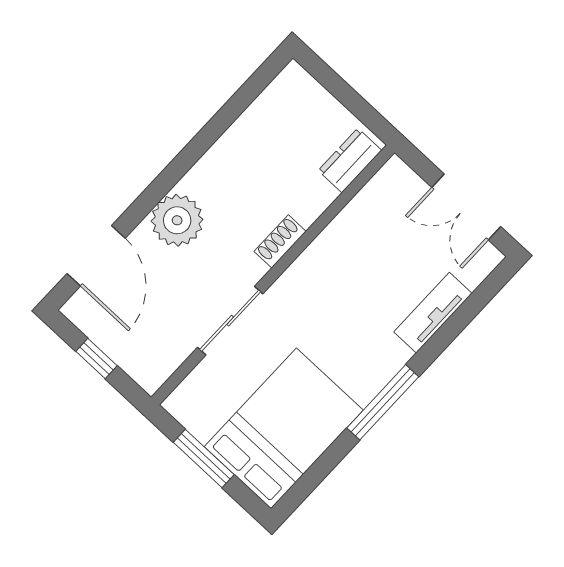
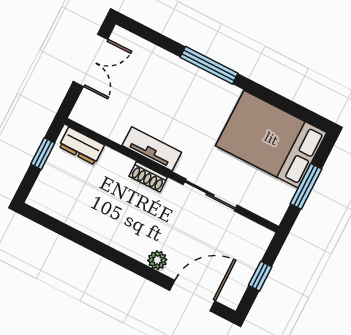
window: (355, 103) -> (43, 154), added
plant: (177, 220) -> (157, 260), width x0.53, depth x0.53
tv unit: (433, 313) -> (152, 149), moved, turned 180
window: (383, 402) -> (209, 65), moved

